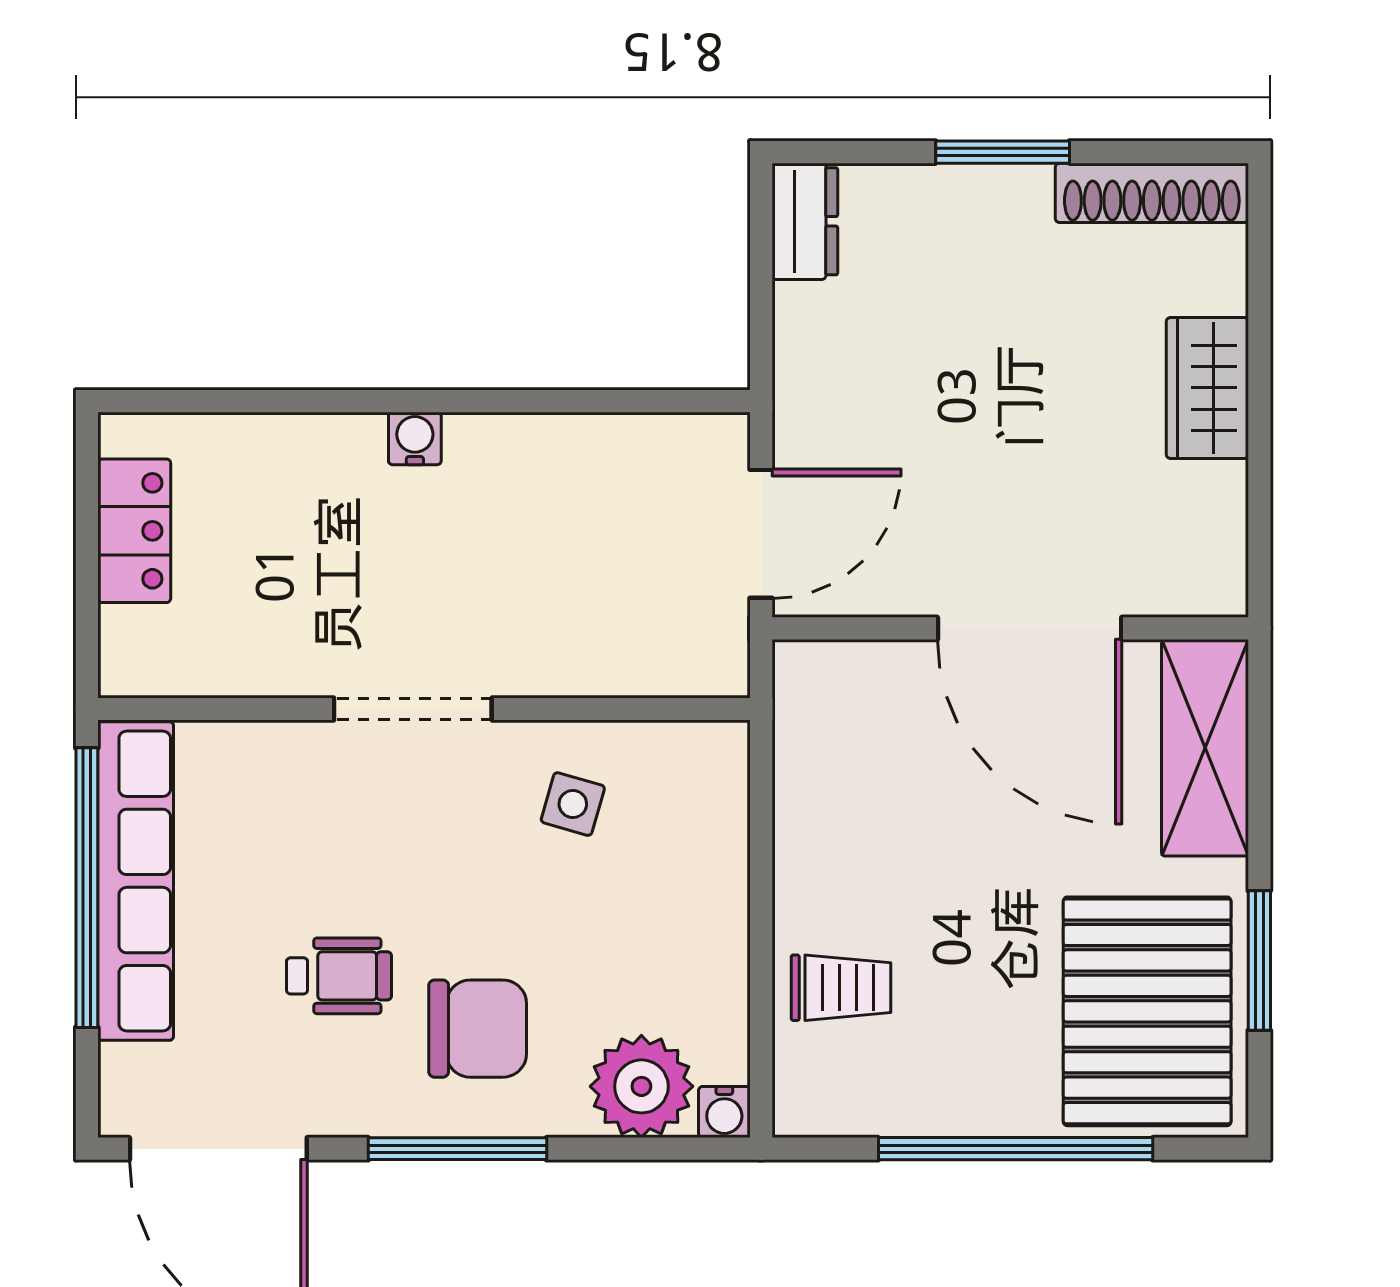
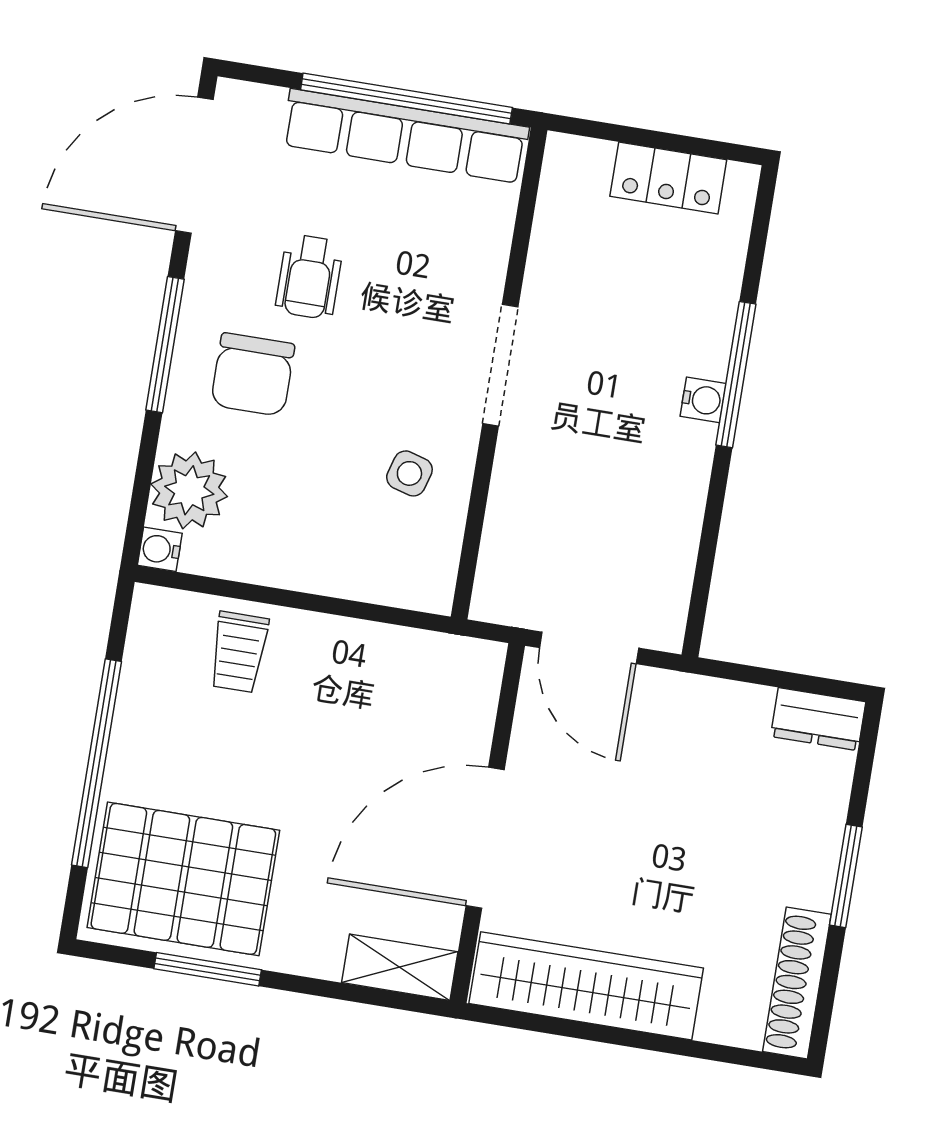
wardrobe: (1207, 388) -> (586, 986), width x2.10, depth x1.17
window: (375, 401) -> (736, 375), added
shelving: (1205, 748) -> (400, 967), width x0.67, depth x0.75

